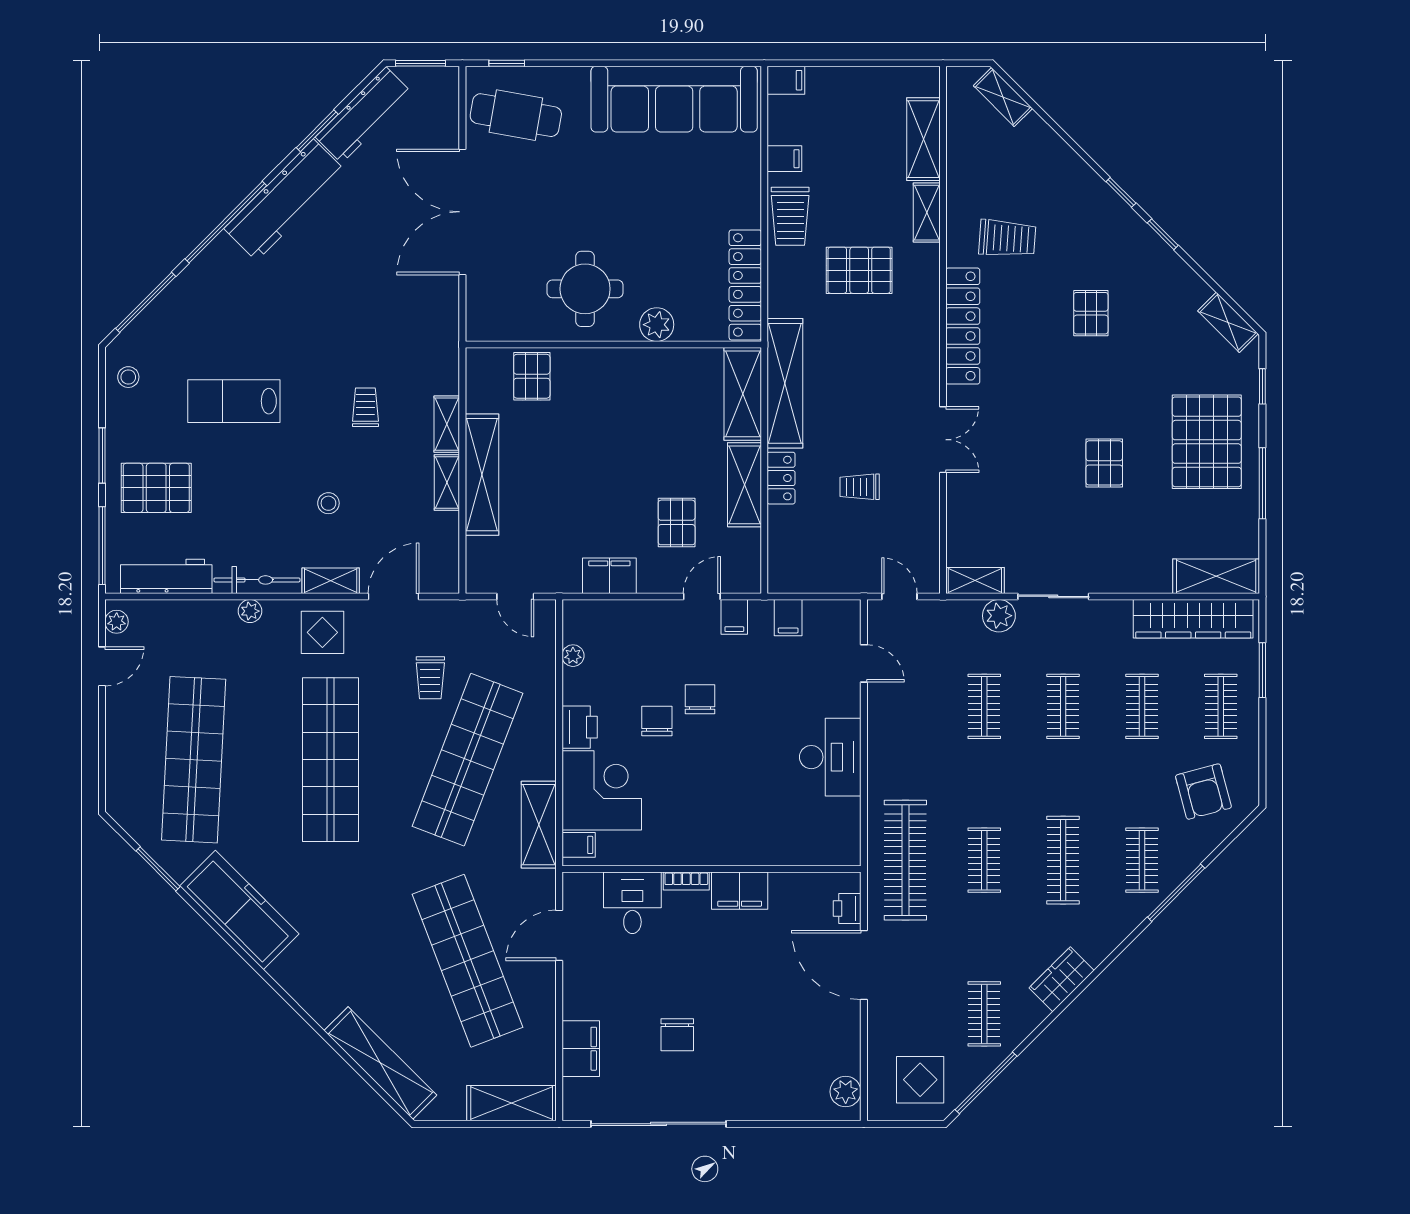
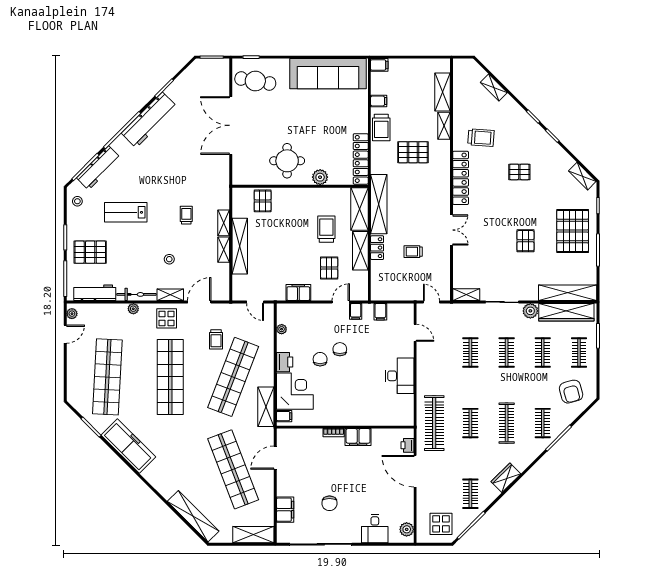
shelving: (1003, 97) -> (494, 87), moved
workbench: (364, 115) -> (99, 168), moved
pallet: (1091, 313) -> (519, 172), turned 90
trolley: (671, 438) -> (326, 229), added
shelving: (1216, 576) -> (568, 293), width x1.47
plant: (999, 616) -> (530, 311), moved
desk: (632, 903) -> (375, 529), moved, turned 180

